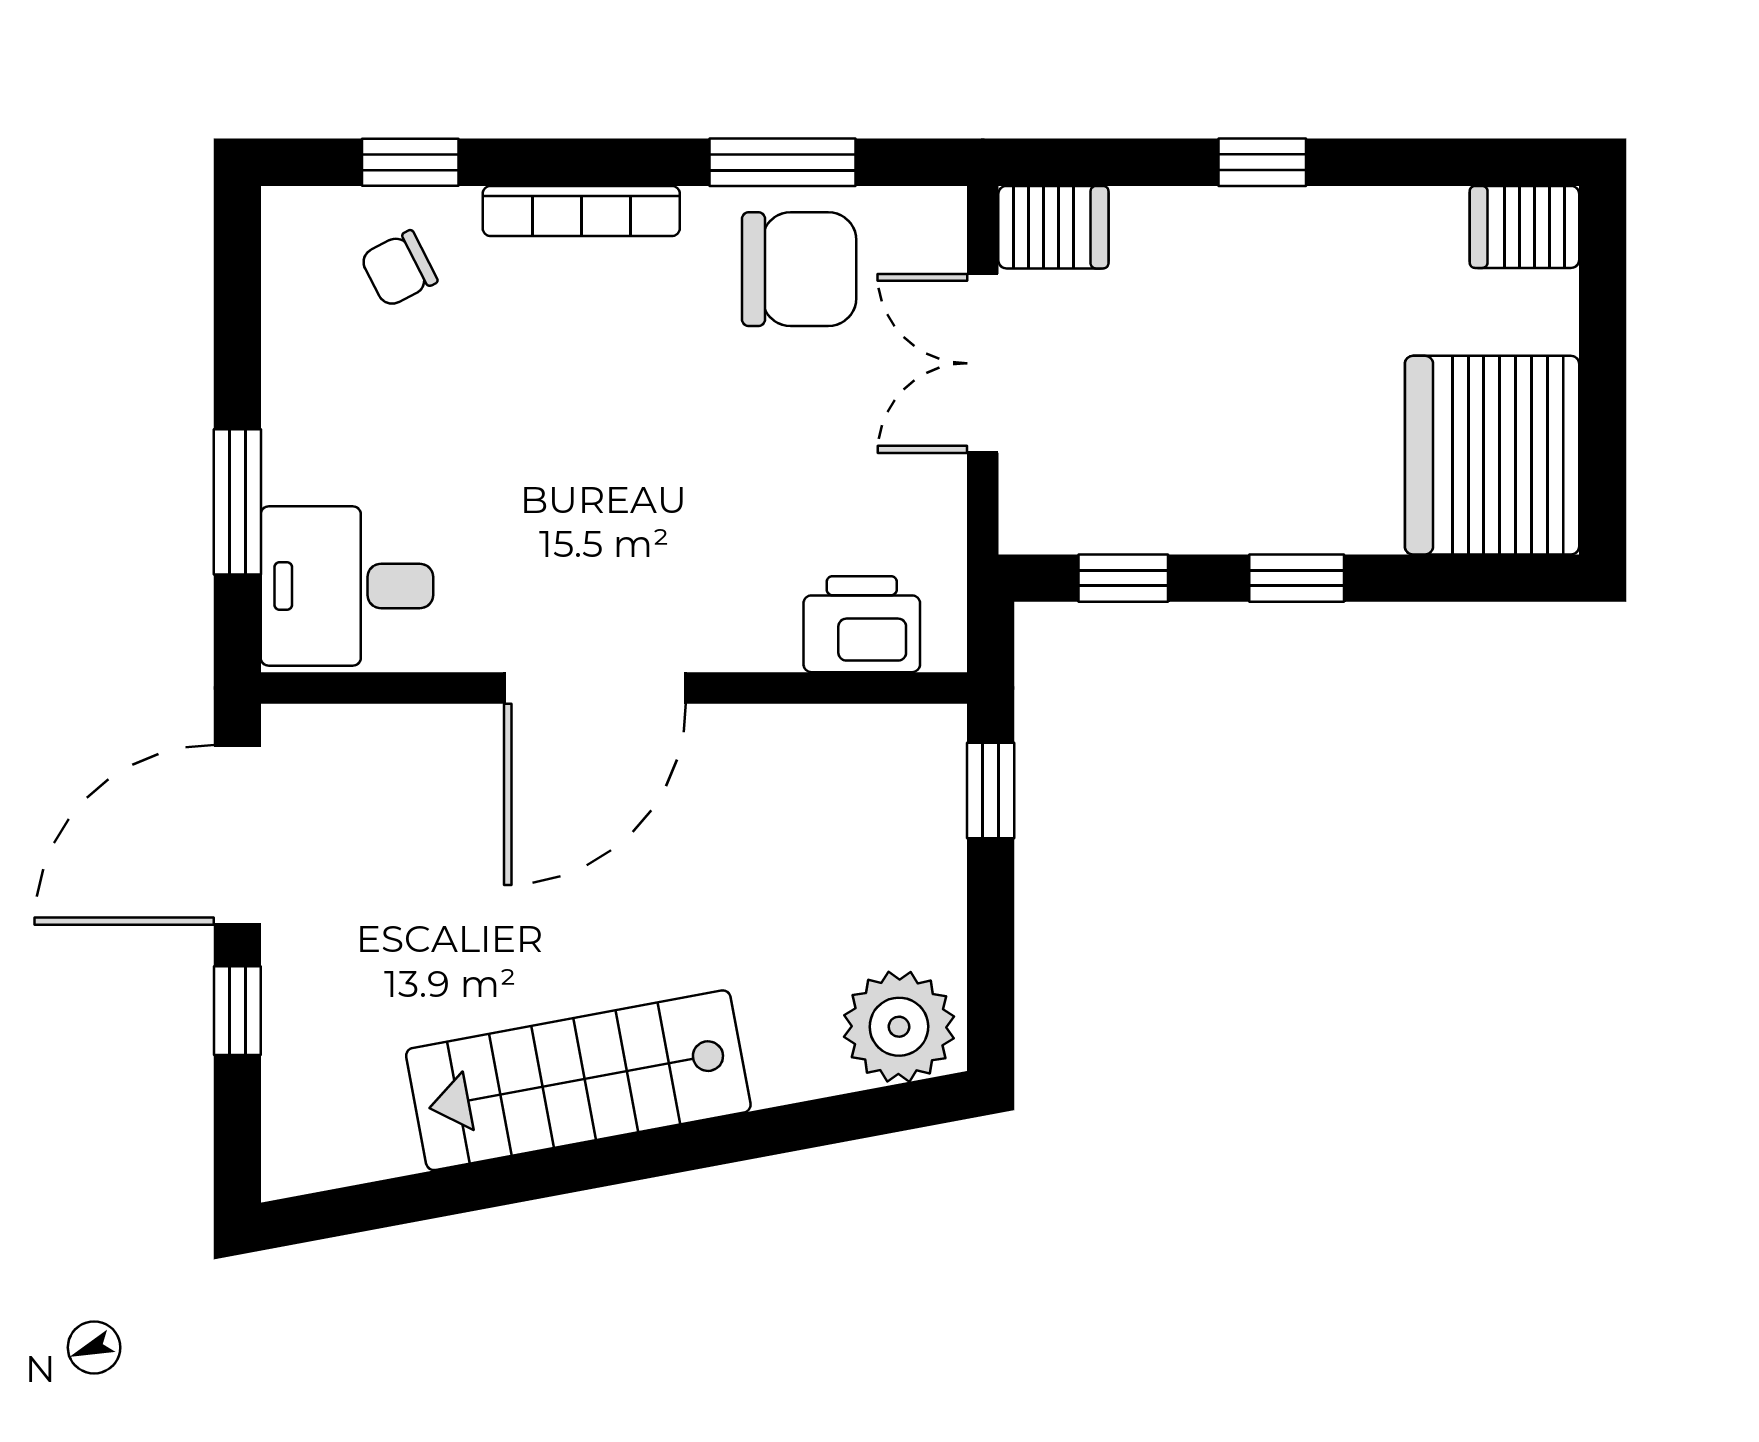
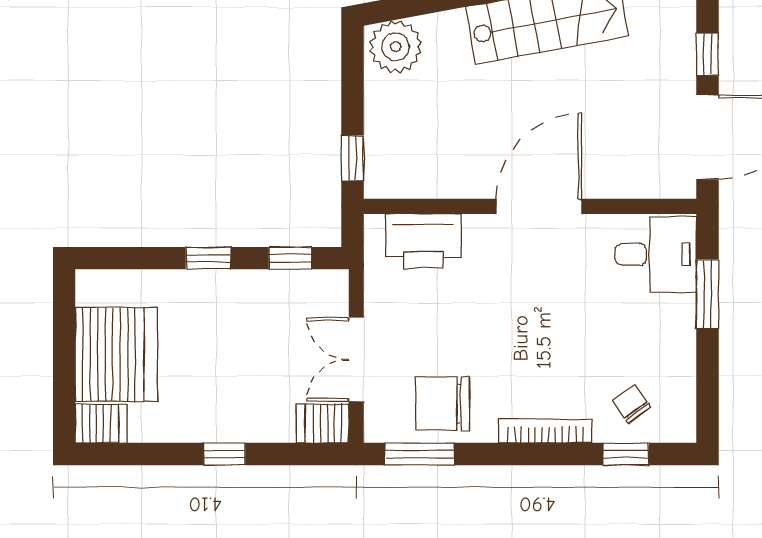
window: (783, 162) -> (420, 454), moved
chair: (399, 269) -> (631, 404), turned -98
double door: (983, 363) -> (356, 359), swing flipped
server rack: (1492, 455) -> (116, 354), moved
printer: (862, 624) -> (423, 241), width x1.37, depth x1.19

